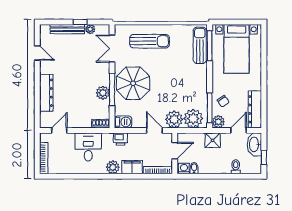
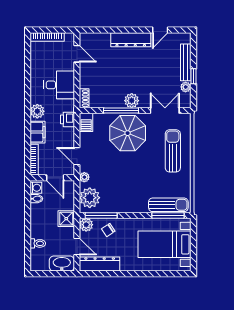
sun lounger: (150, 41) -> (173, 151), turned 180
dresser: (46, 93) -> (131, 40), moved
plant: (103, 93) -> (132, 101), moved
plant: (174, 119) -> (84, 177), width x0.53, depth x0.53
door: (154, 130) -> (77, 156), swing flipped
window: (264, 157) -> (48, 274), removed

